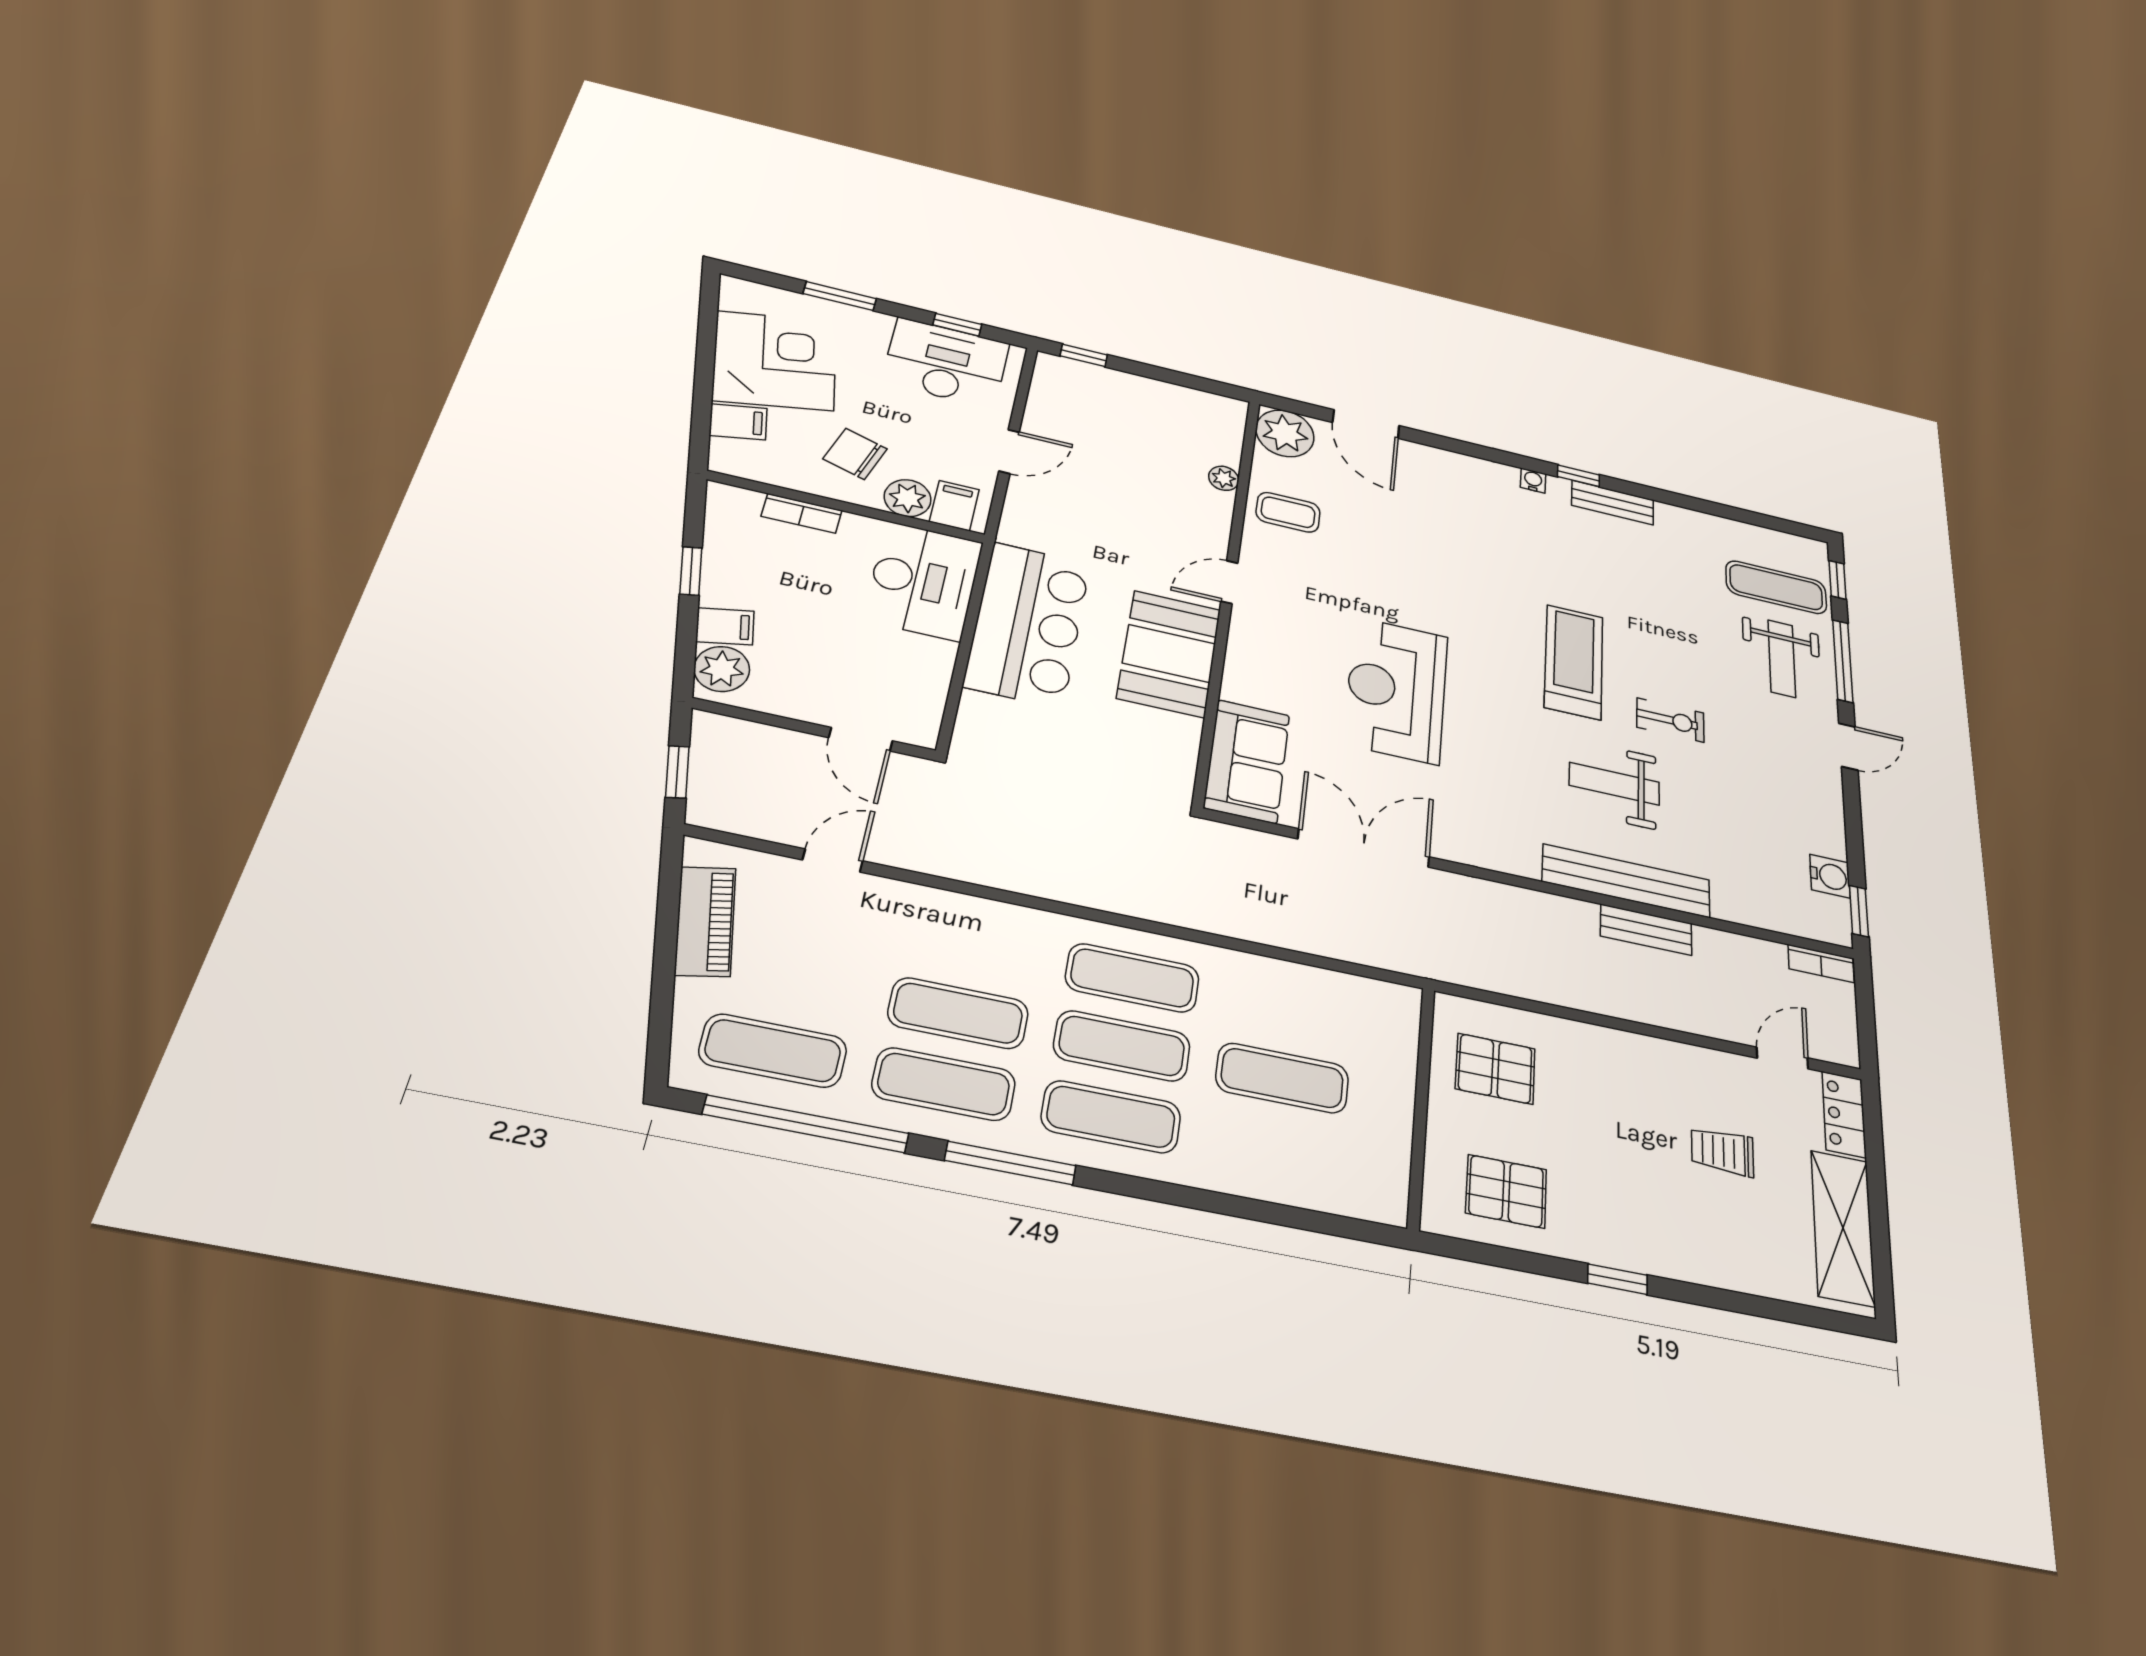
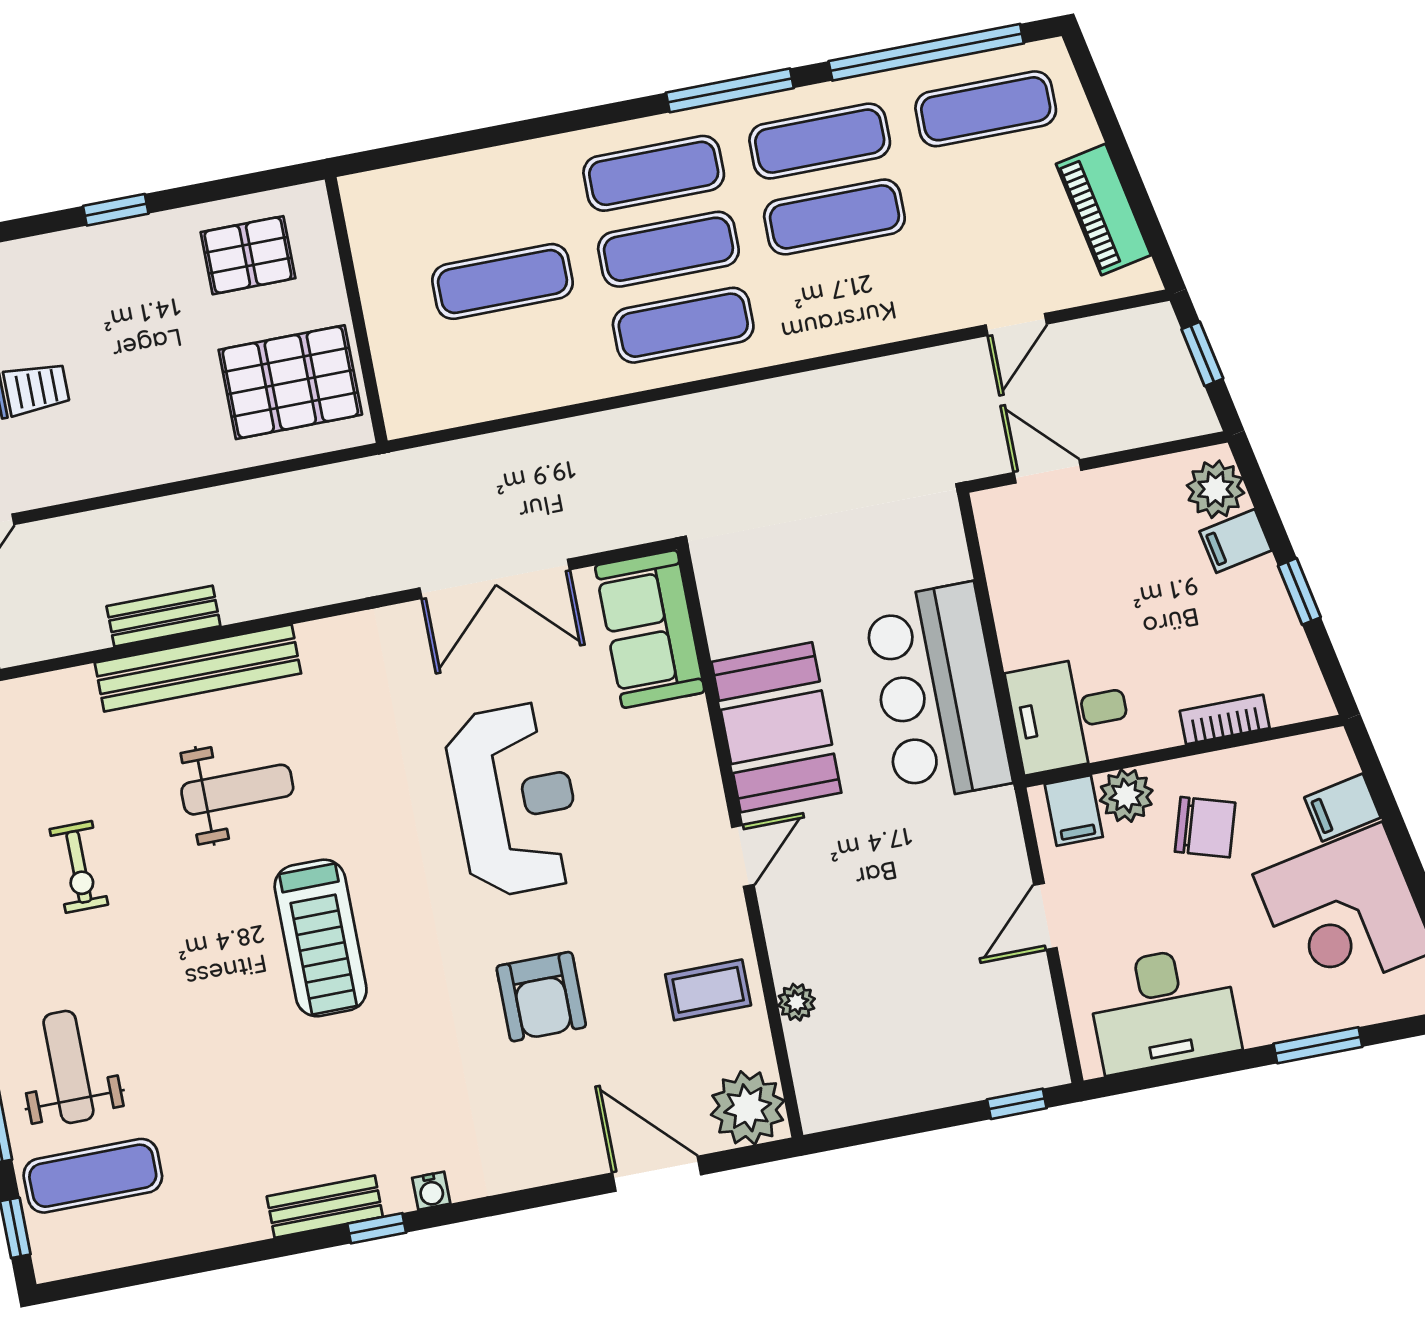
window: (957, 325) -> (1174, 1073), removed
armchair: (1416, 559) -> (541, 997), added
desk: (923, 581) -> (1069, 714), width x0.73
exercise bike: (1670, 720) -> (79, 867), moved, turned -90
pallet: (1495, 1069) -> (290, 382), width x1.50, depth x1.42

